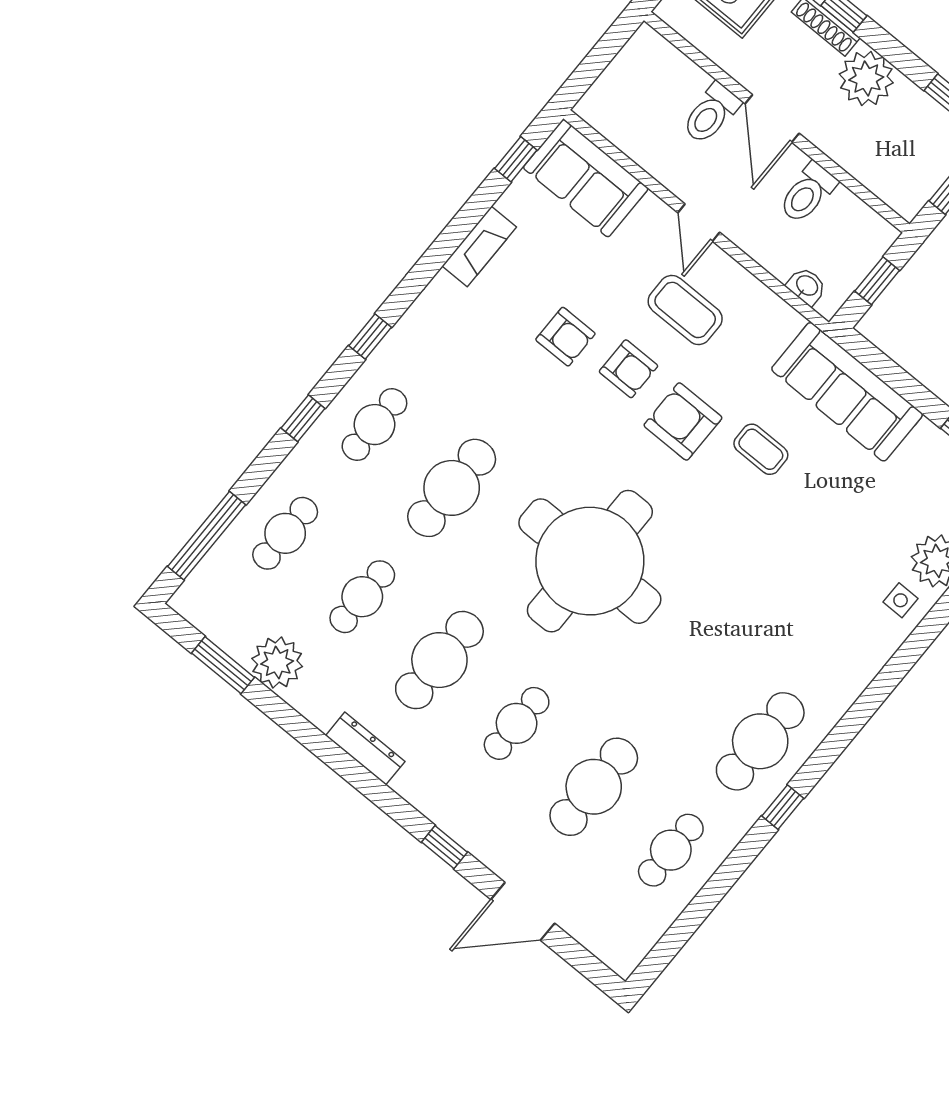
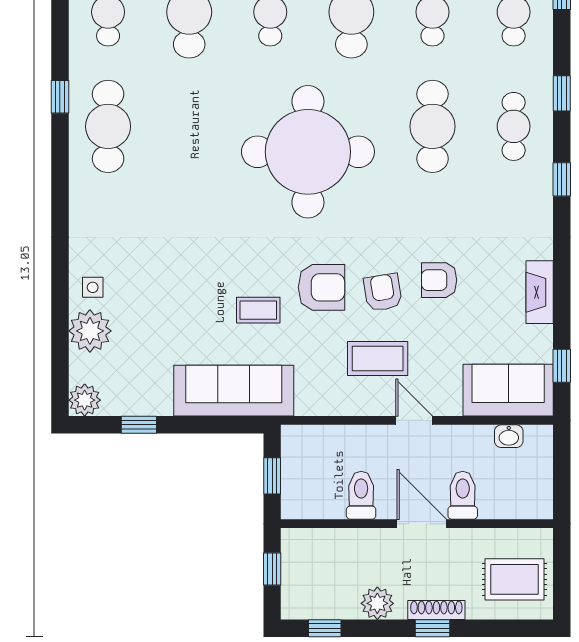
plant: (866, 78) -> (377, 603), width x0.73, depth x0.73
washbasin: (807, 286) -> (509, 436), moved
armchair: (628, 369) -> (383, 292), turned 81

